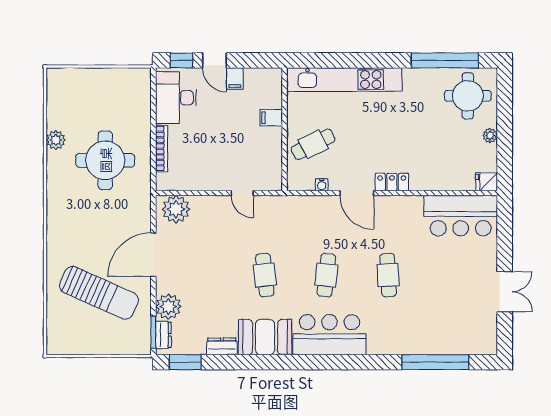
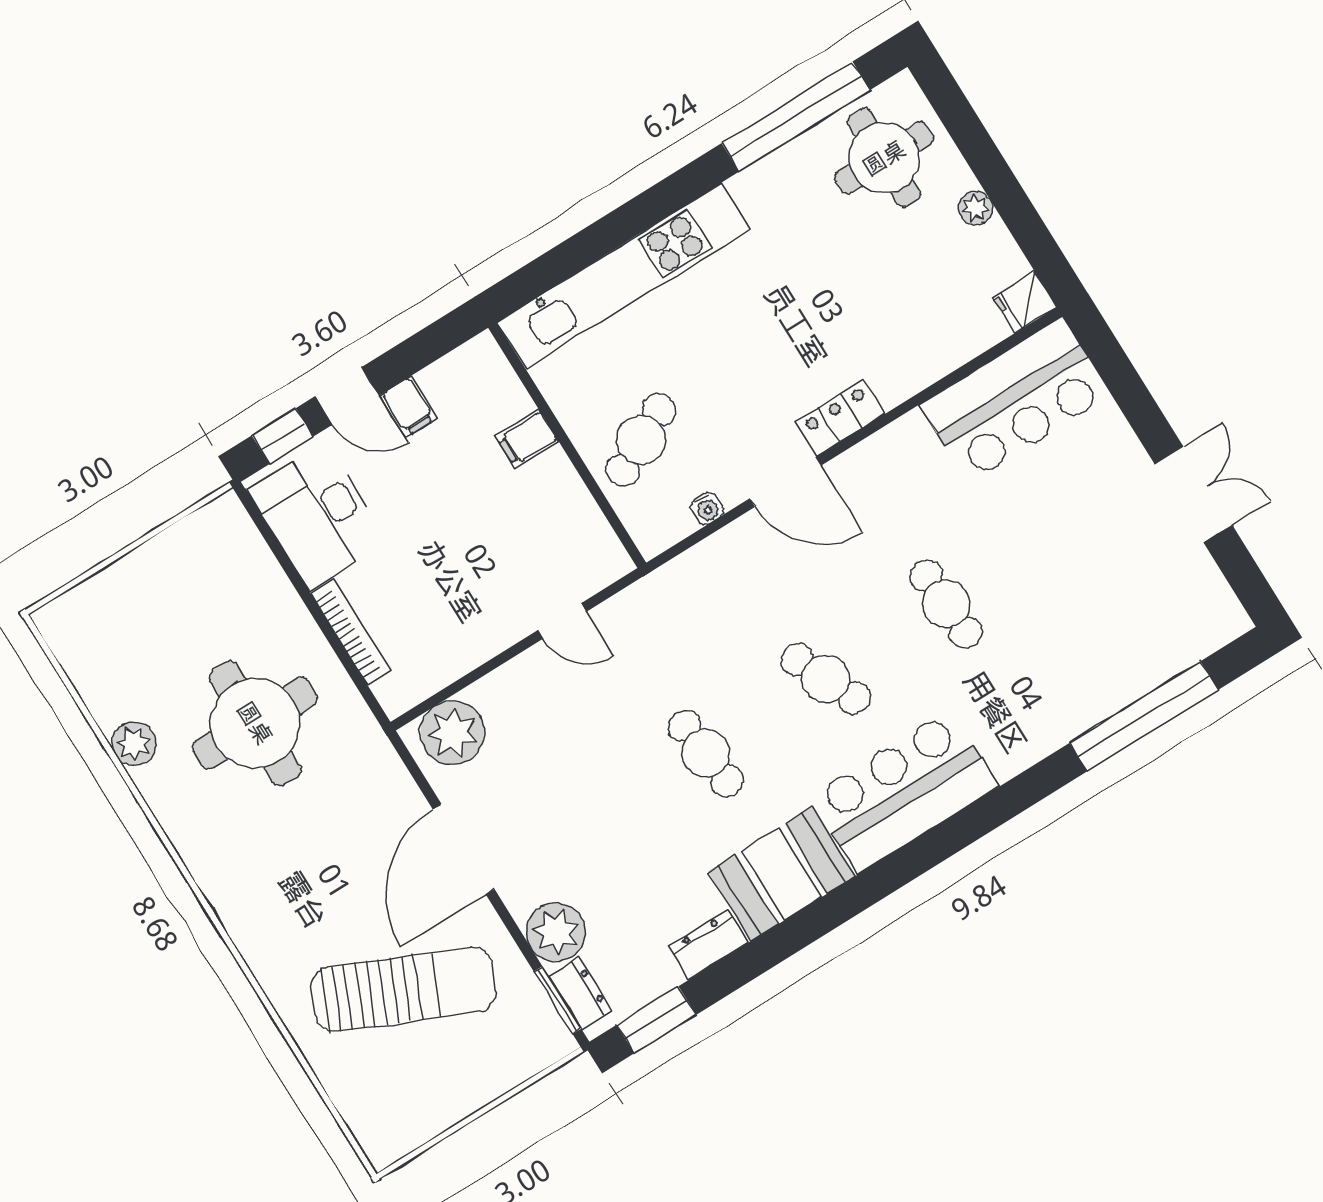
cafe table: (326, 275) -> (826, 679), turned -30

